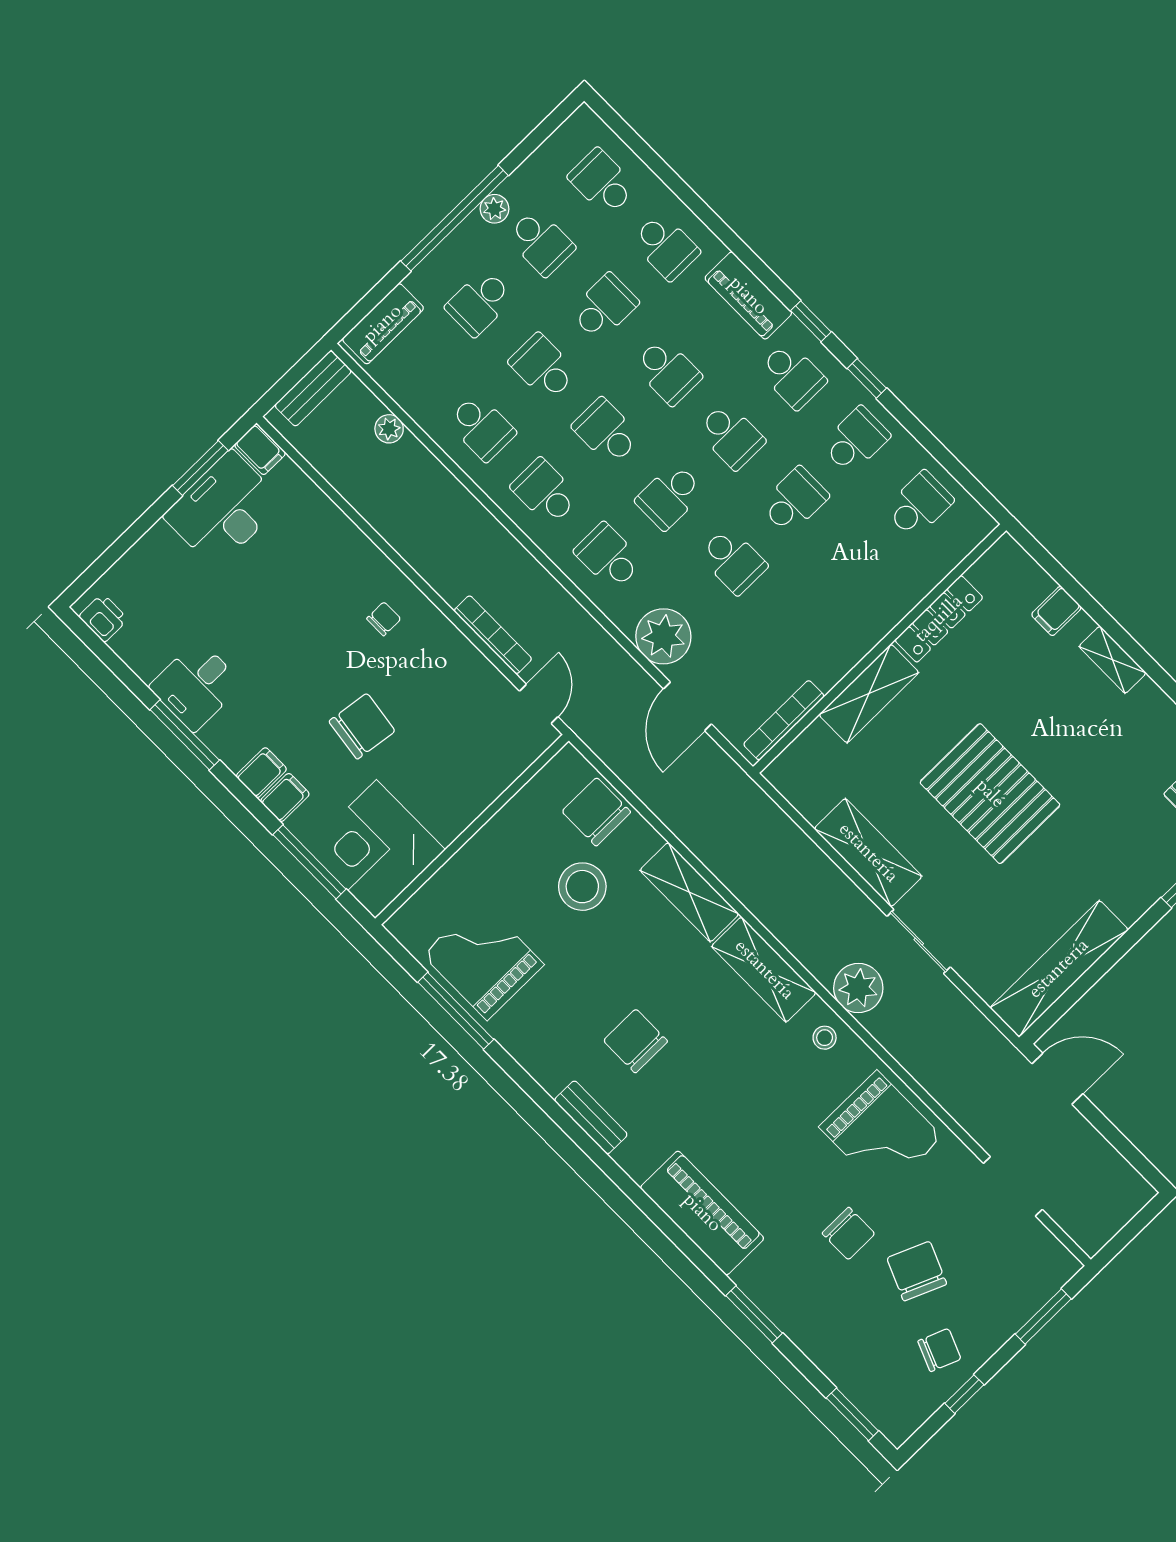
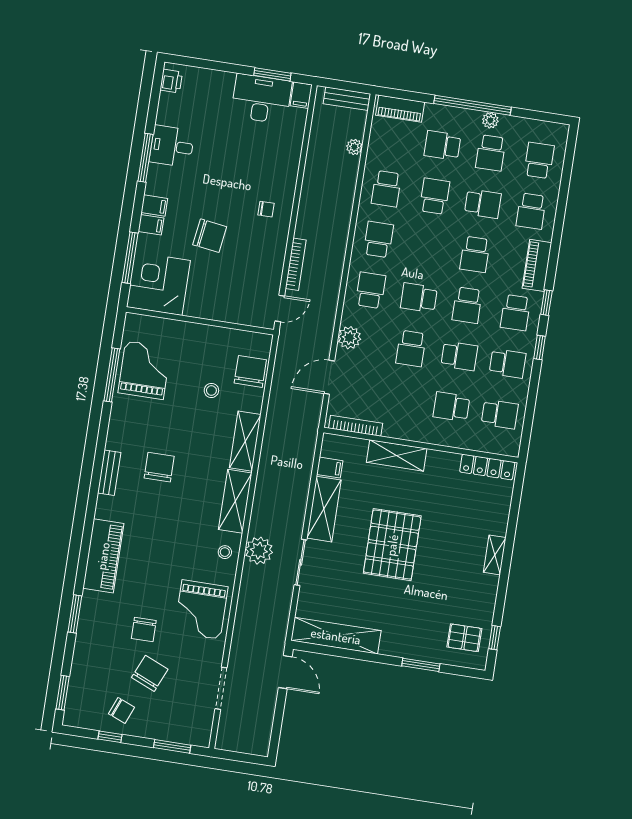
school desk: (606, 432) -> (451, 407), moved, turned -90
filing cabinet: (1056, 611) -> (330, 468), moved, turned 180
locker: (939, 619) -> (487, 467), moved
plant: (663, 636) -> (349, 338), width x0.73, depth x0.73
stool: (582, 887) -> (211, 390), width x0.53, depth x0.53

